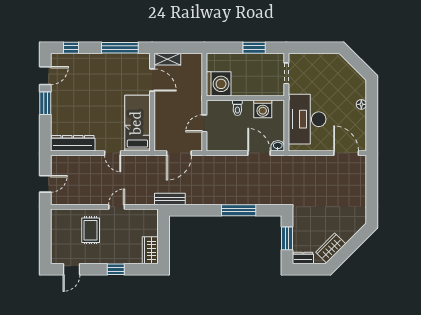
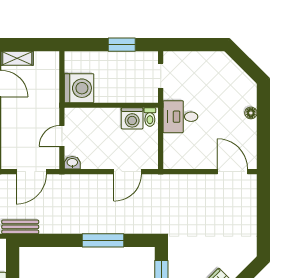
toilet: (237, 108) -> (150, 117), moved
desk: (307, 119) -> (180, 117), width x0.53, depth x0.77
washbasin: (278, 146) -> (72, 163), moved
door: (259, 153) -> (128, 172), swing flipped

